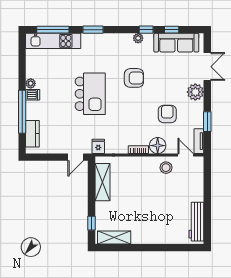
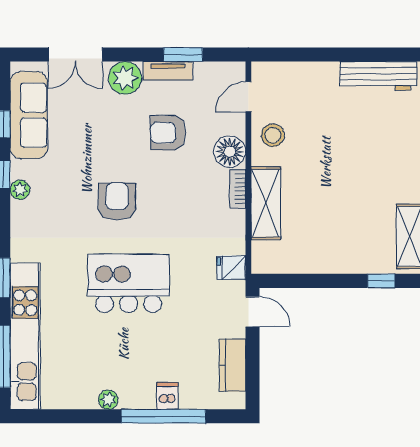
kitchen unit: (53, 41) -> (25, 336), width x1.36
double door: (207, 67) -> (75, 55), swing flipped
armchair: (134, 78) -> (117, 202), moved
dishwasher: (33, 95) -> (167, 396), moved
kitchen counter: (32, 134) -> (232, 365), moved, turned -90
tv unit: (199, 141) -> (168, 71), moved
shelving: (102, 182) -> (266, 203), moved, turned 90

